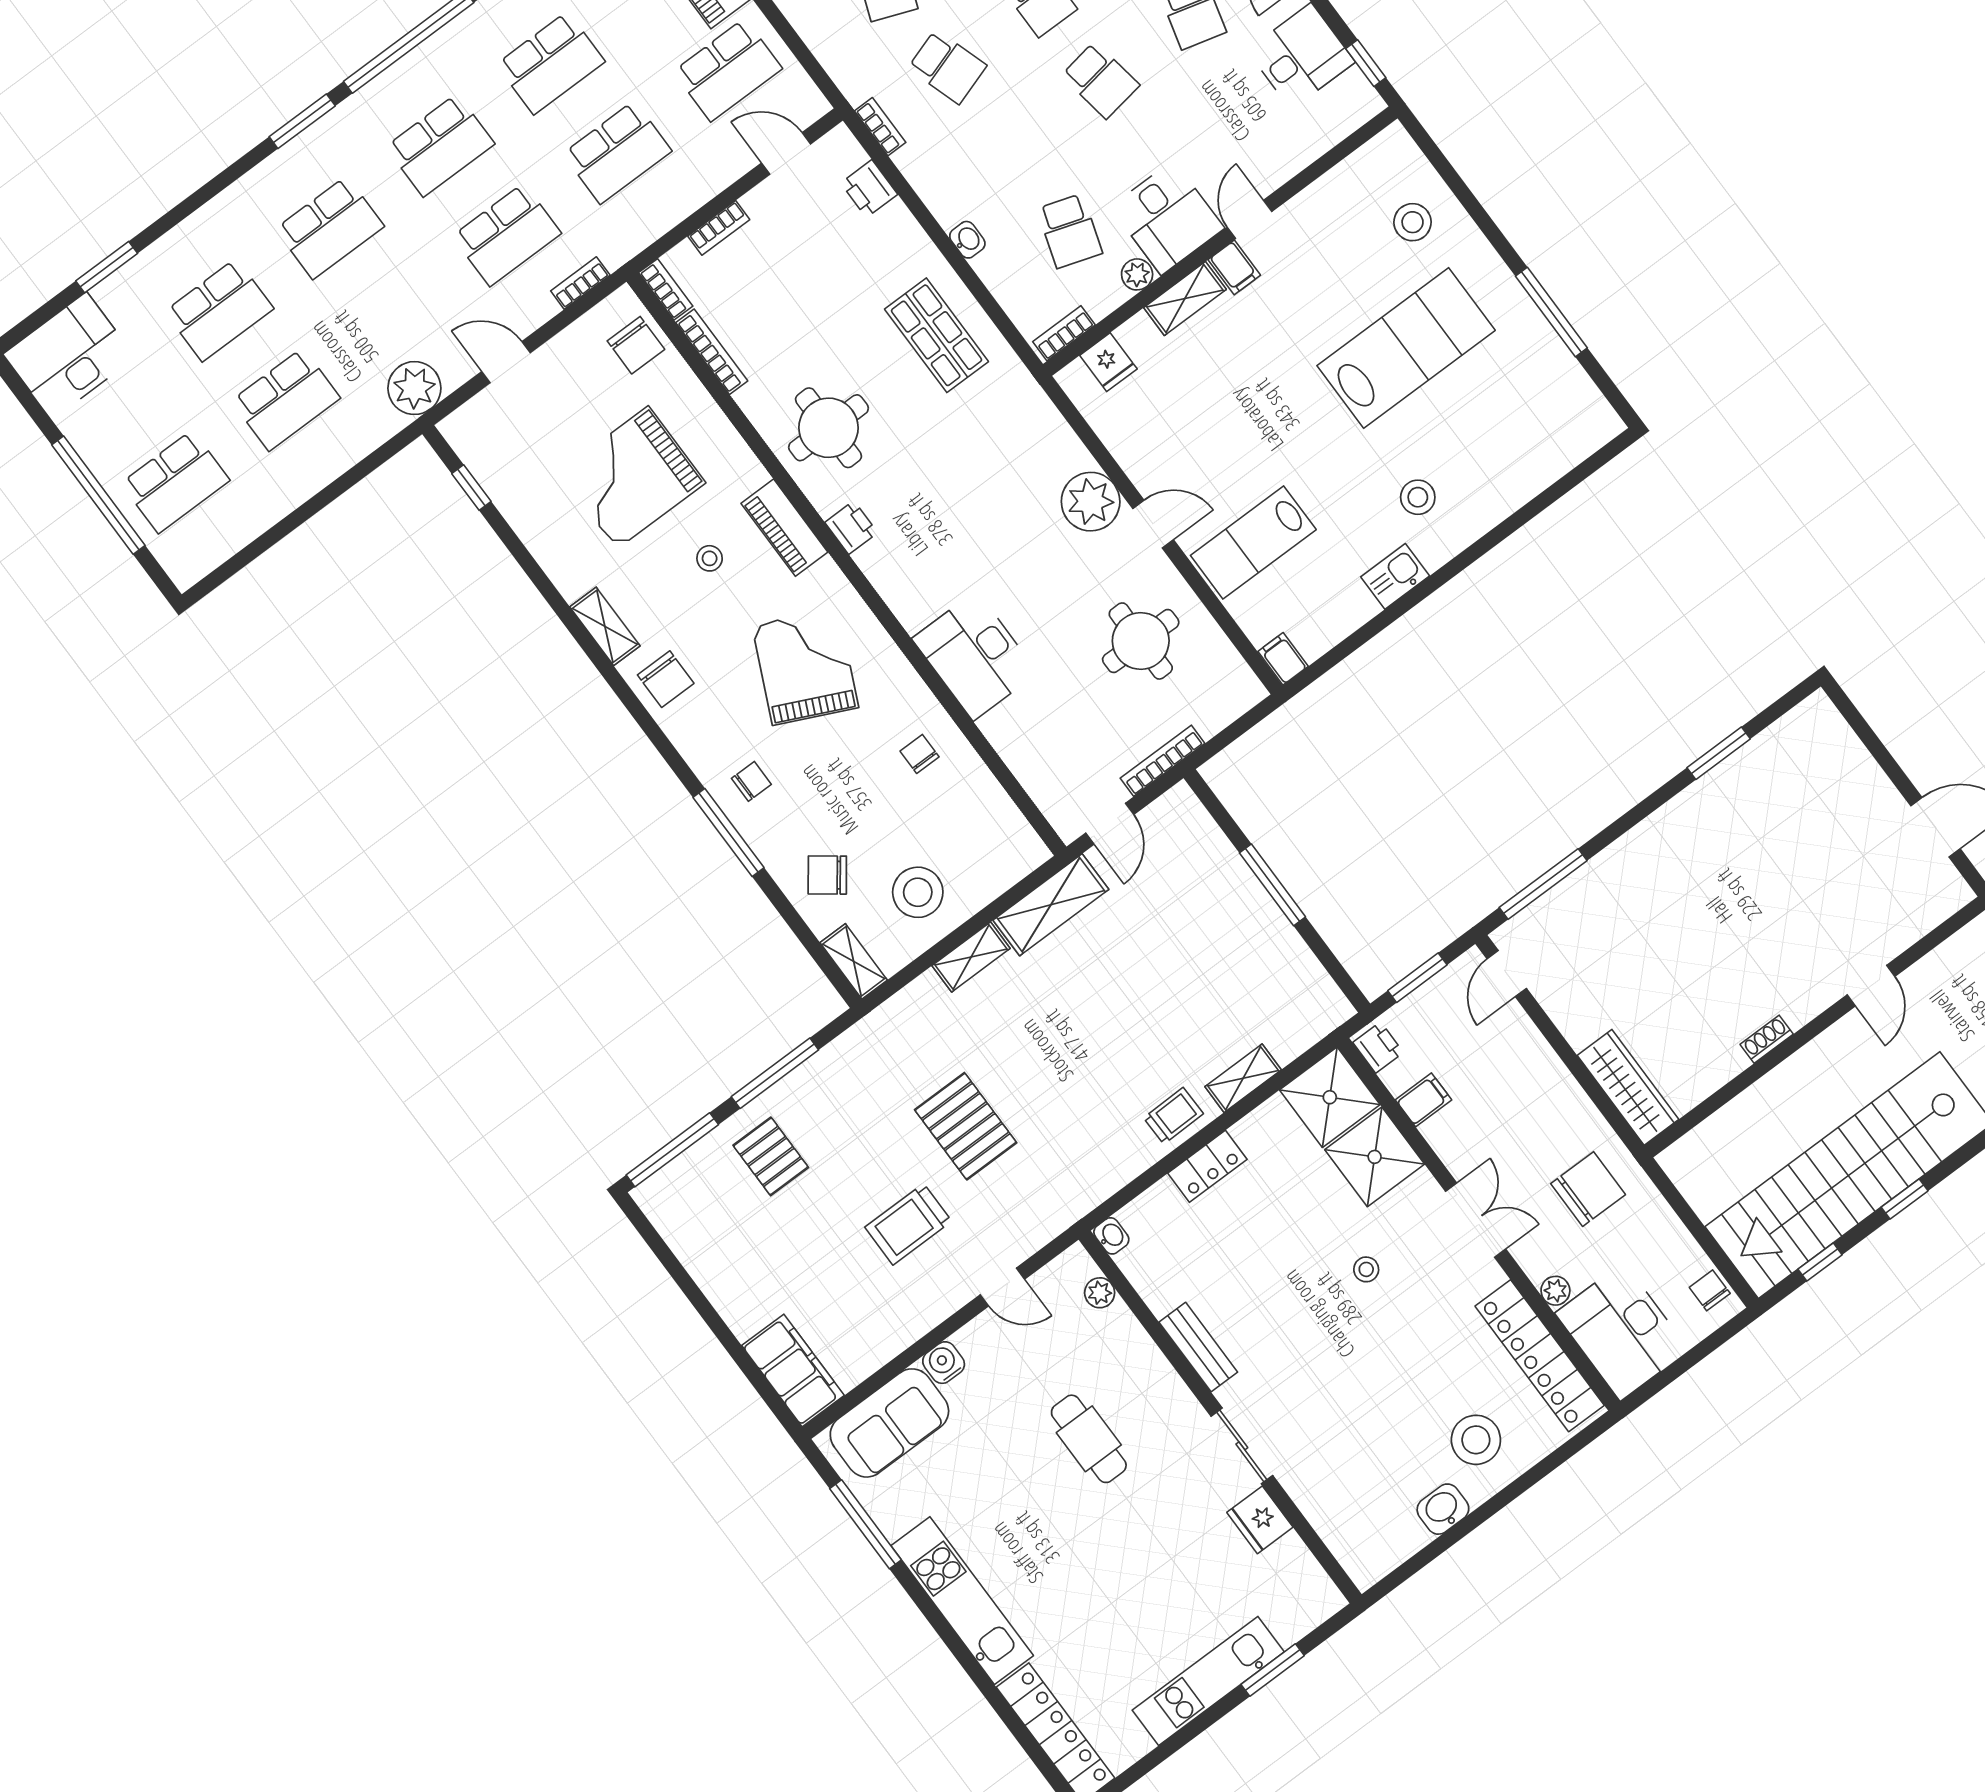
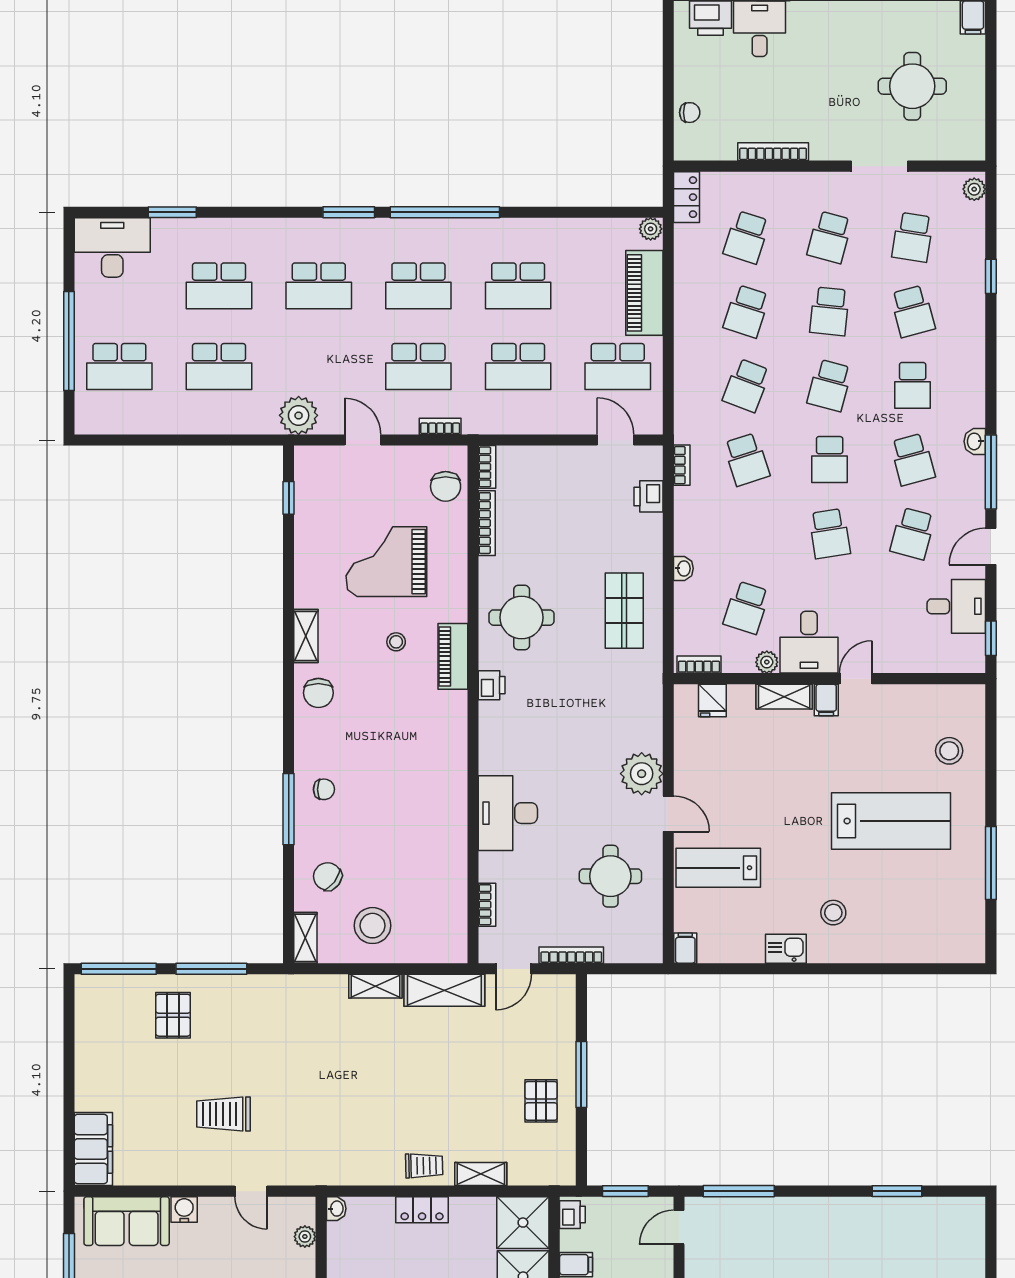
bookcase: (719, 228) -> (487, 905), moved, turned -90
grand piano: (805, 667) -> (405, 746), removed
chair: (920, 754) -> (433, 846), removed
pallet: (966, 1126) -> (541, 1101), moved, width x0.67, depth x0.71

